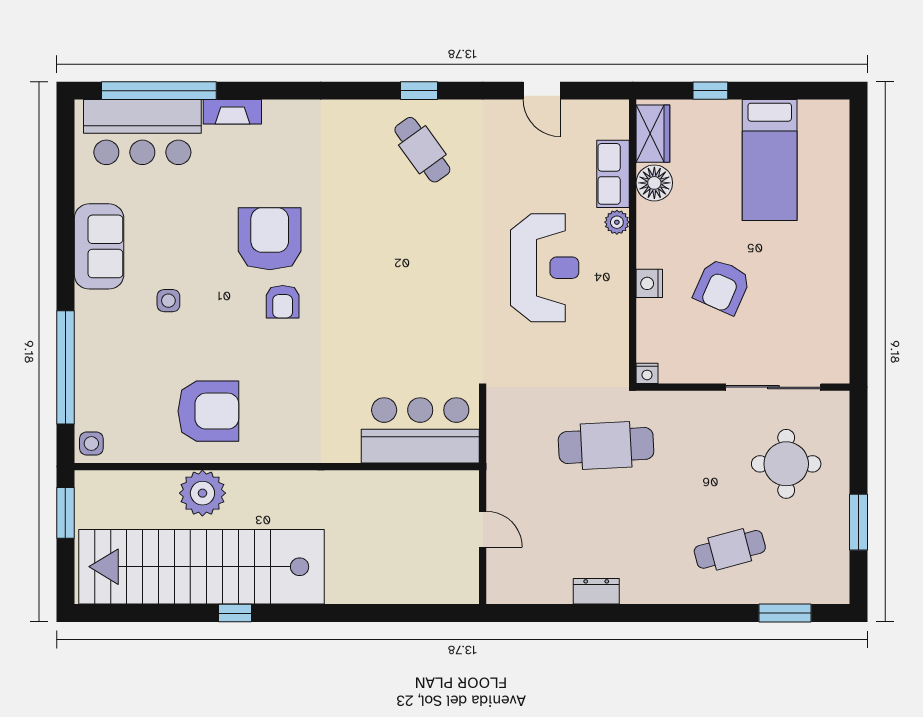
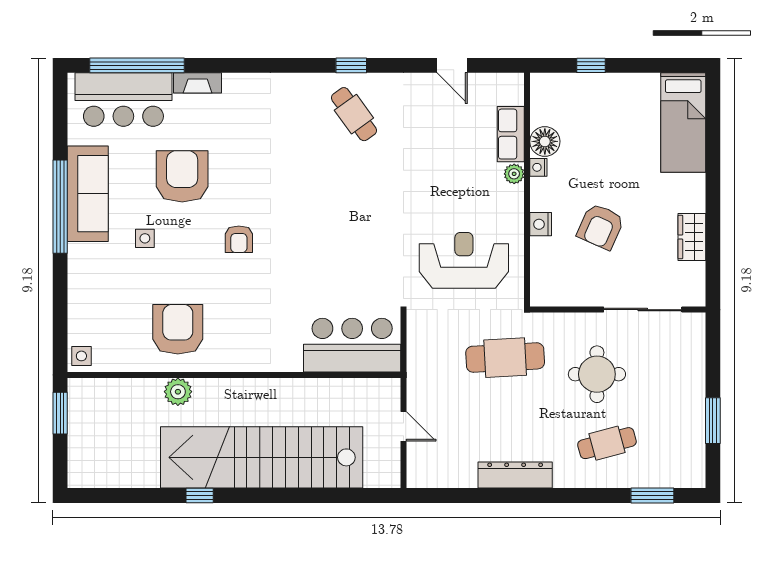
wardrobe: (653, 134) -> (692, 237), moved, turned 180
bed: (770, 160) -> (683, 123), moved
armchair: (270, 239) -> (182, 176), moved
sofa: (99, 246) -> (88, 194), width x1.36
reception desk: (545, 268) -> (464, 260), moved, turned -90
window: (65, 367) -> (60, 207), moved
nightstand: (647, 373) -> (538, 167), moved, turned 90
armchair: (208, 411) -> (178, 329), turned -90
round table: (786, 464) -> (597, 374), moved
plant: (202, 493) -> (178, 392), width x0.73, depth x0.73
stairs: (201, 567) -> (262, 457), moved
dresser: (596, 591) -> (515, 475), width x1.96, depth x1.24

